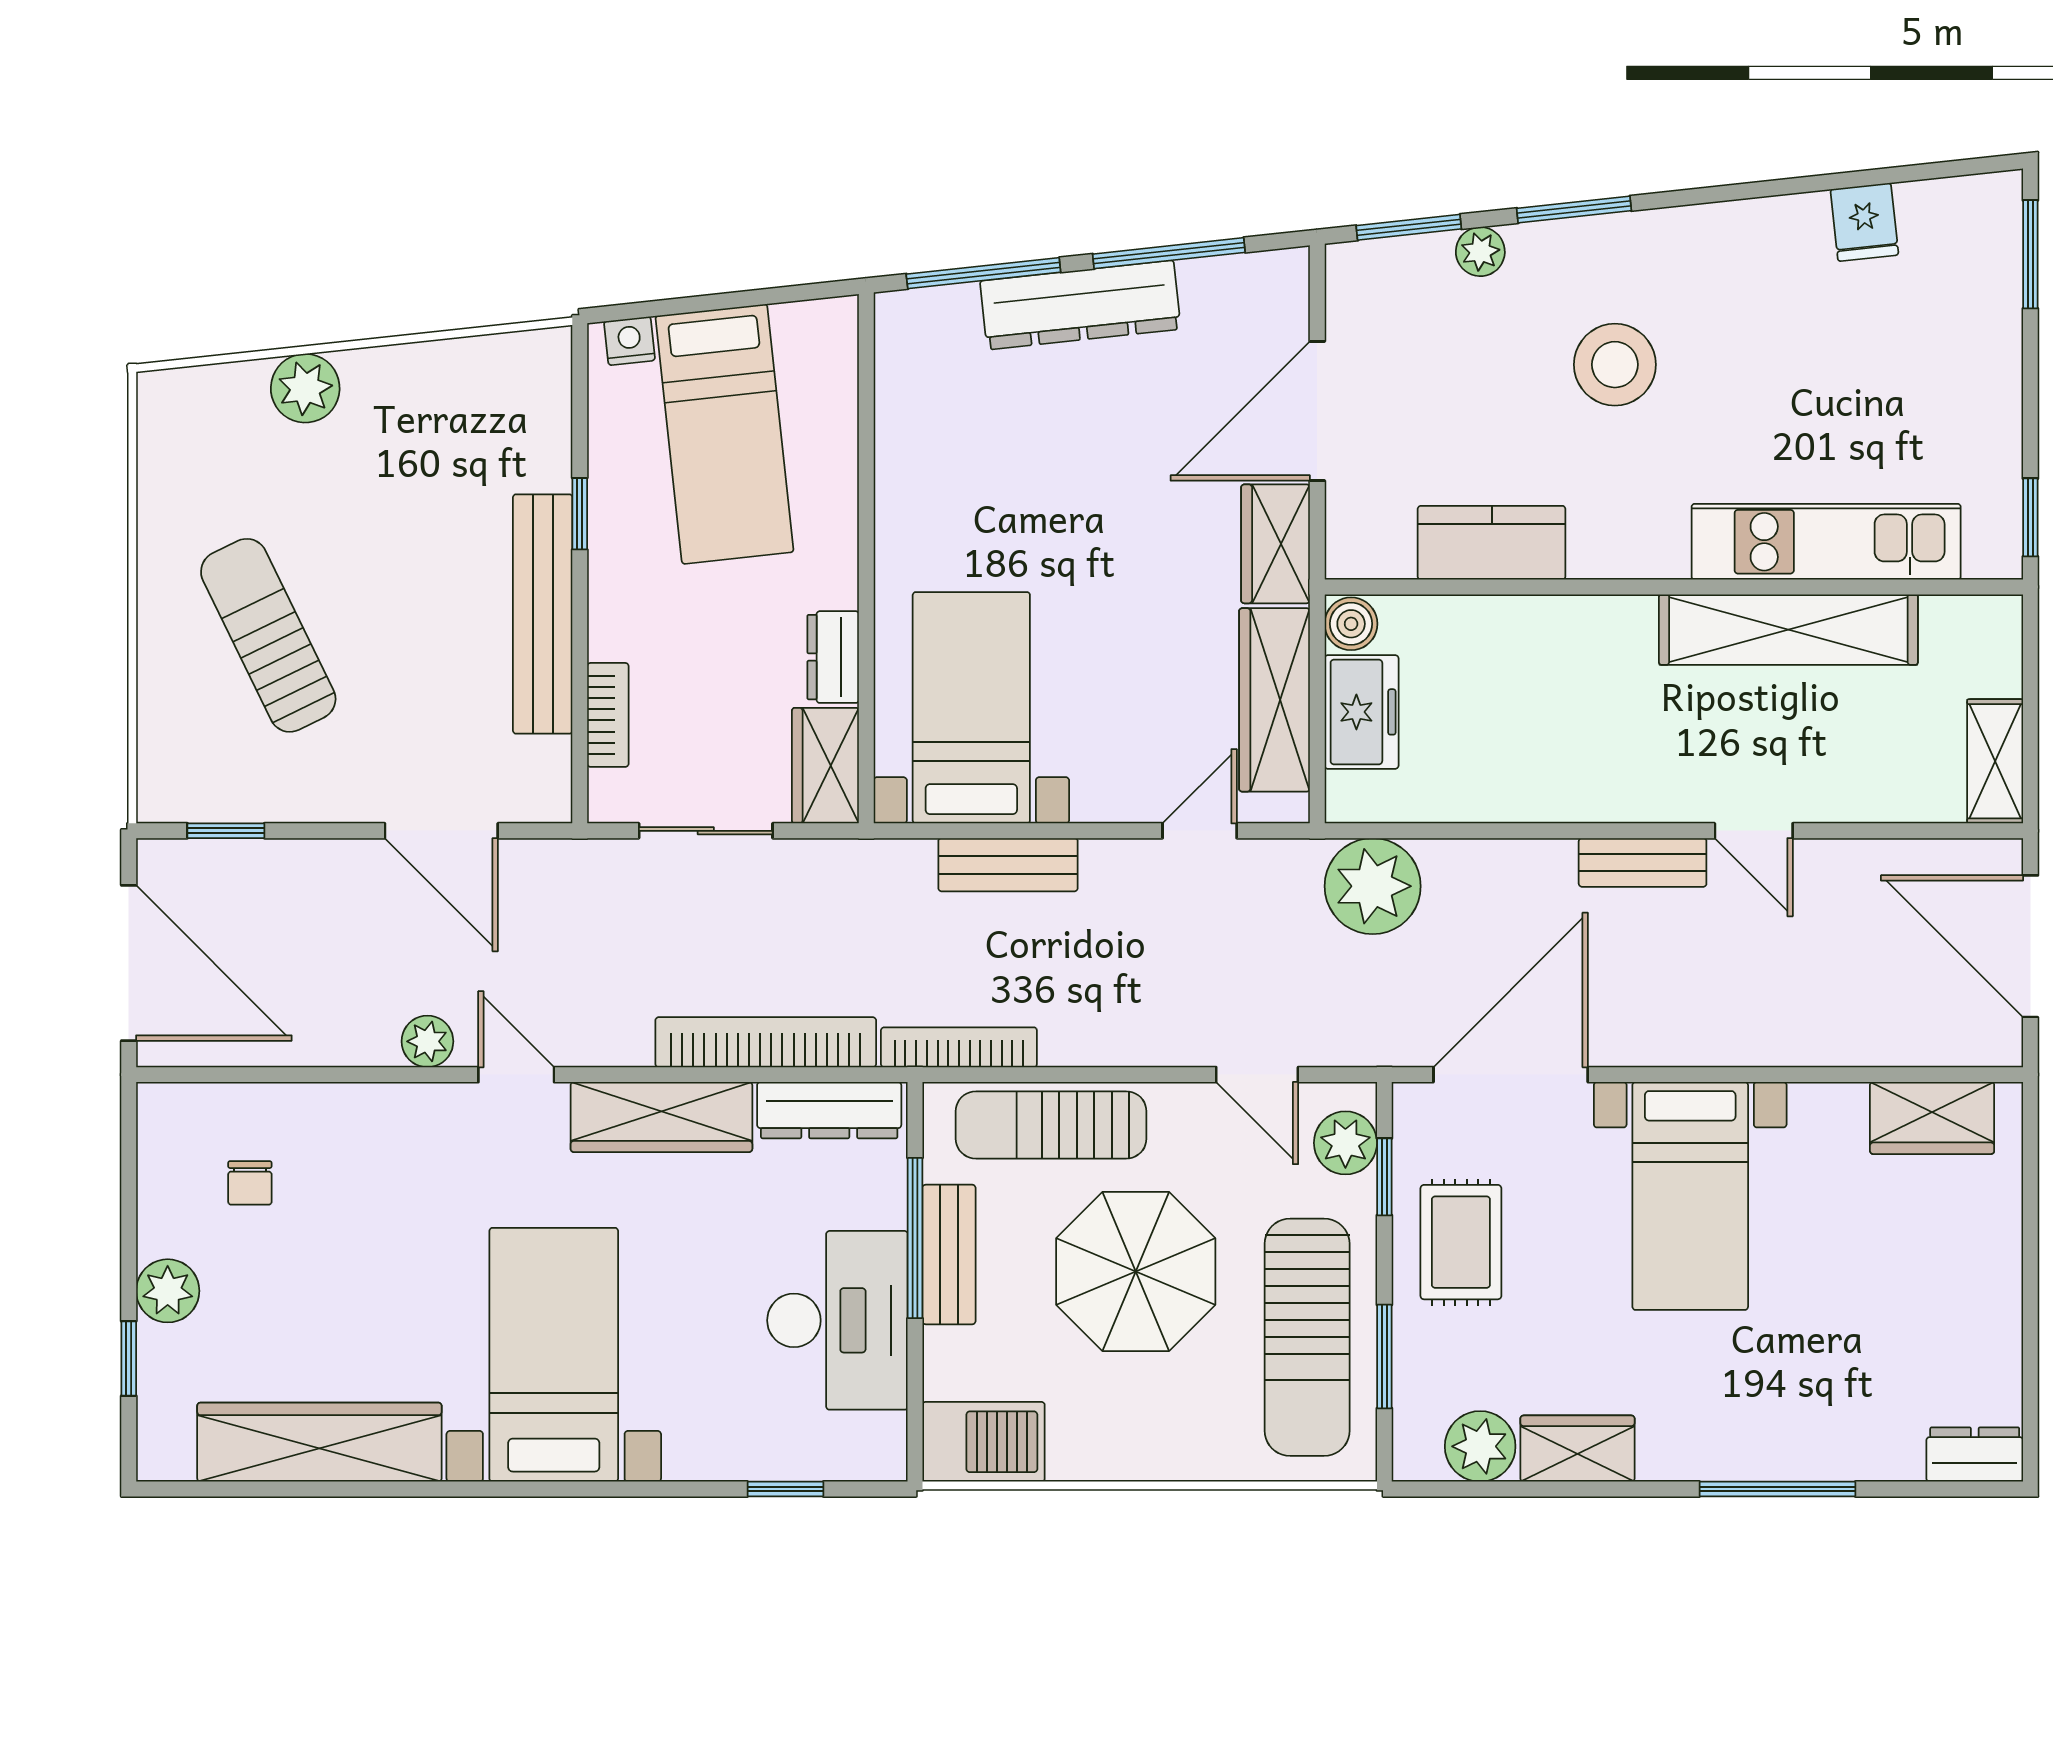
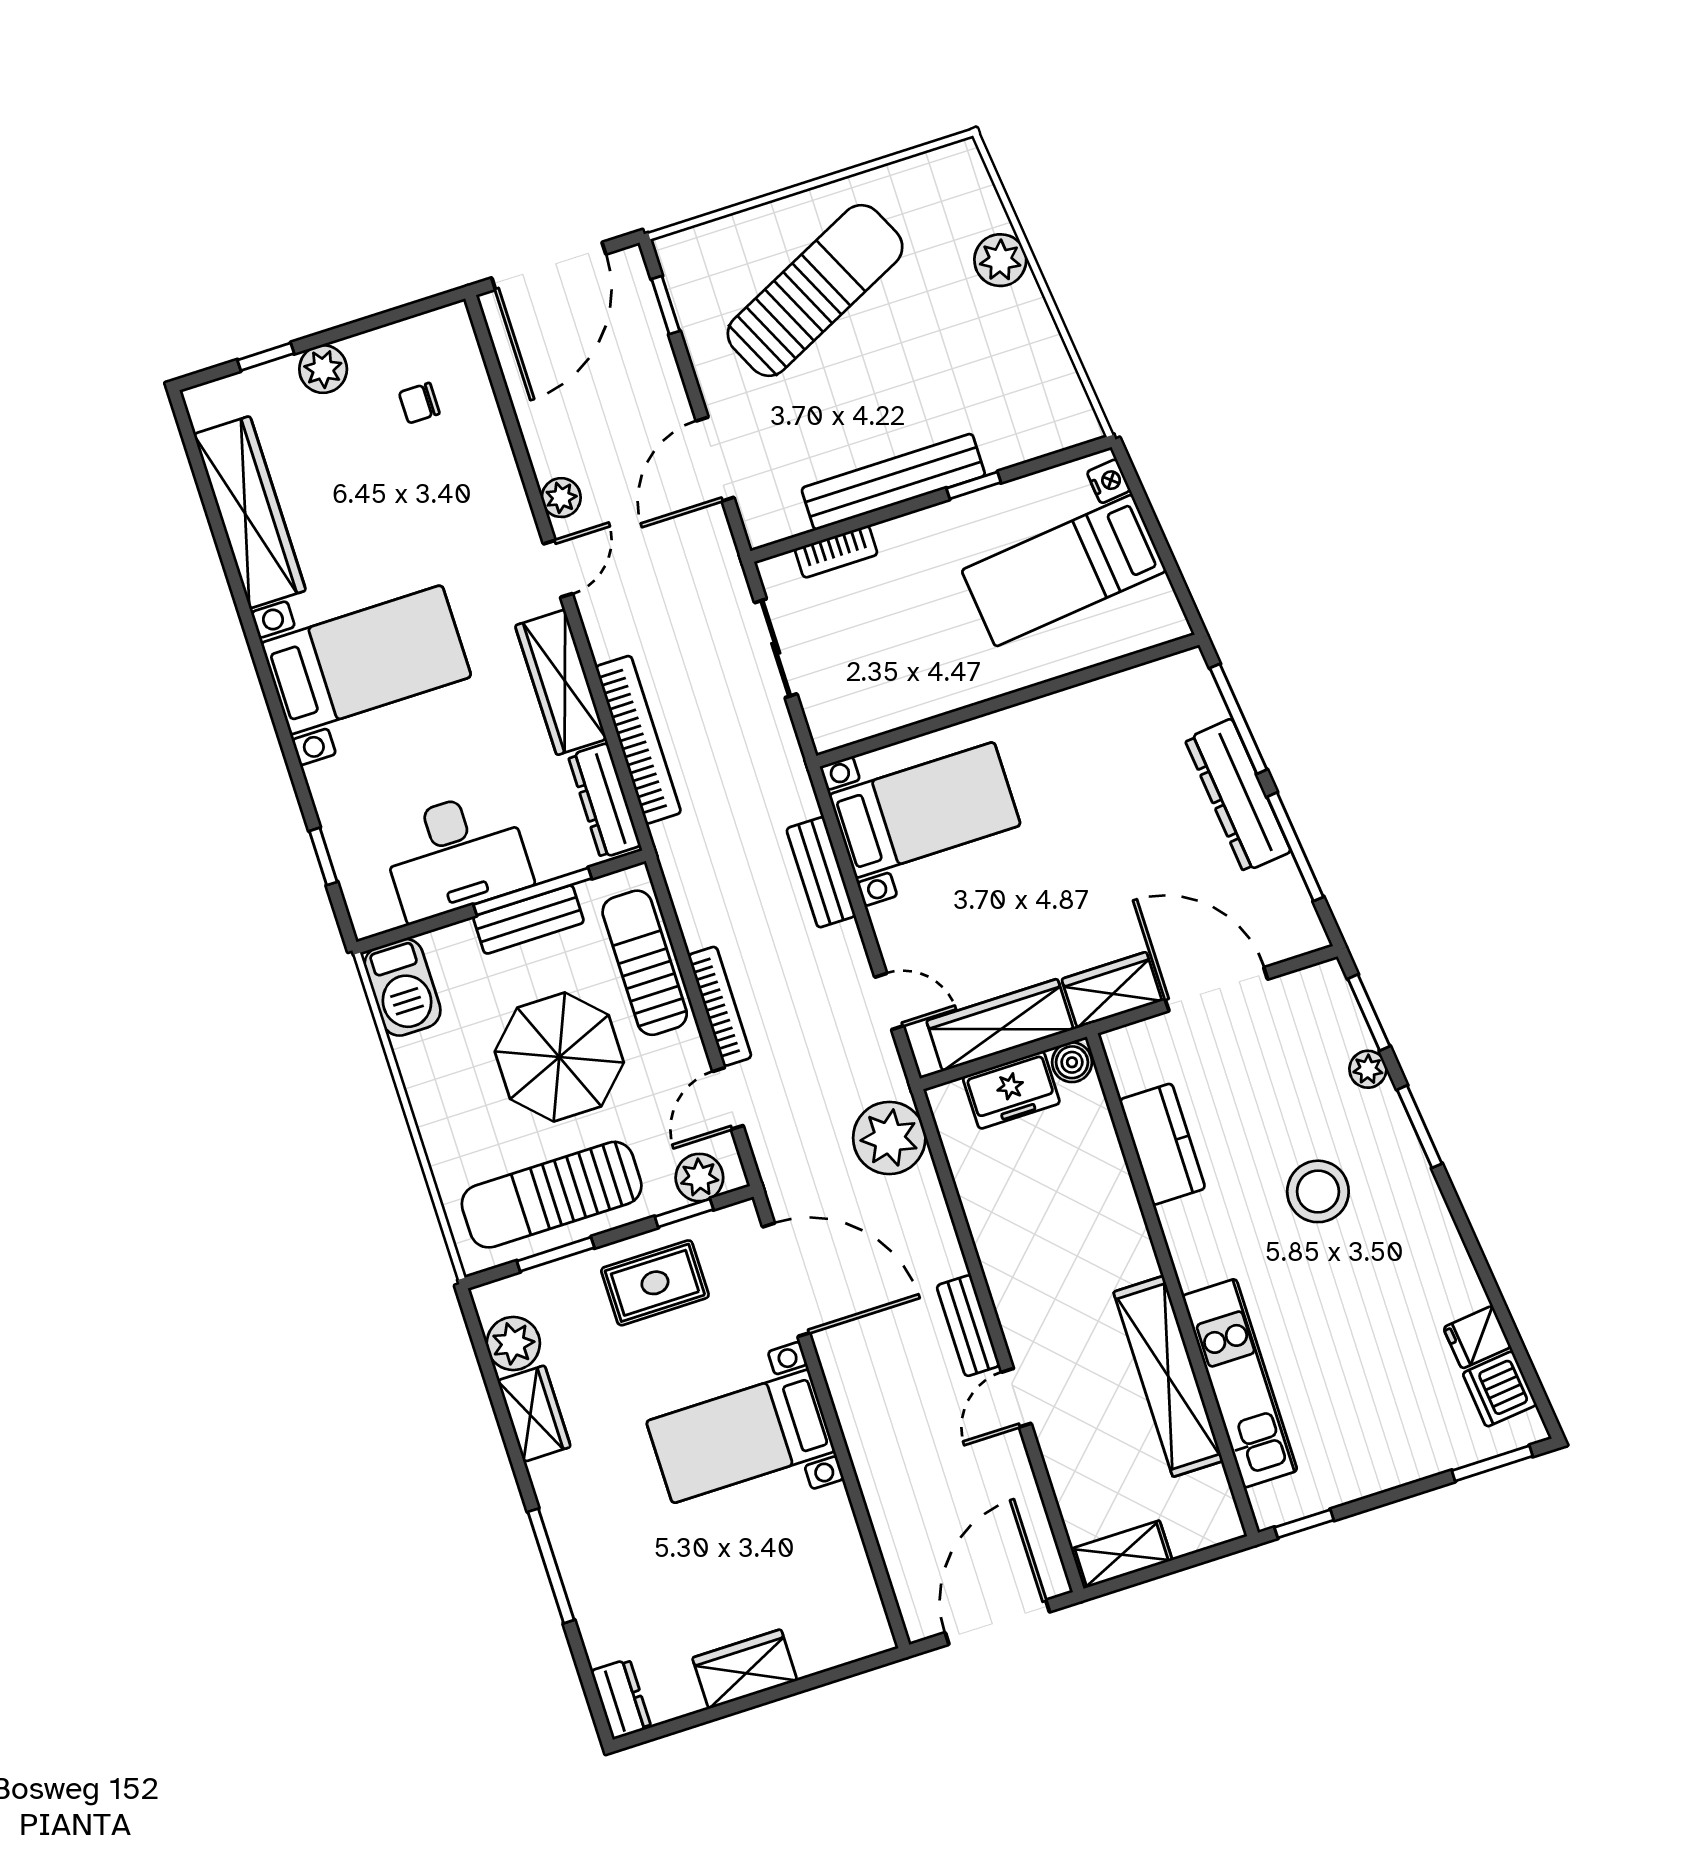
dishwasher: (1939, 215) -> (1500, 1389), added
sun lounger: (268, 635) -> (815, 290), width x1.36, depth x1.34
dresser: (833, 657) -> (929, 699), removed
wardrobe: (825, 766) -> (850, 719), removed
bookcase: (959, 1047) -> (720, 1006), moved
wardrobe: (1932, 1118) -> (745, 1669), moved, turned 90

